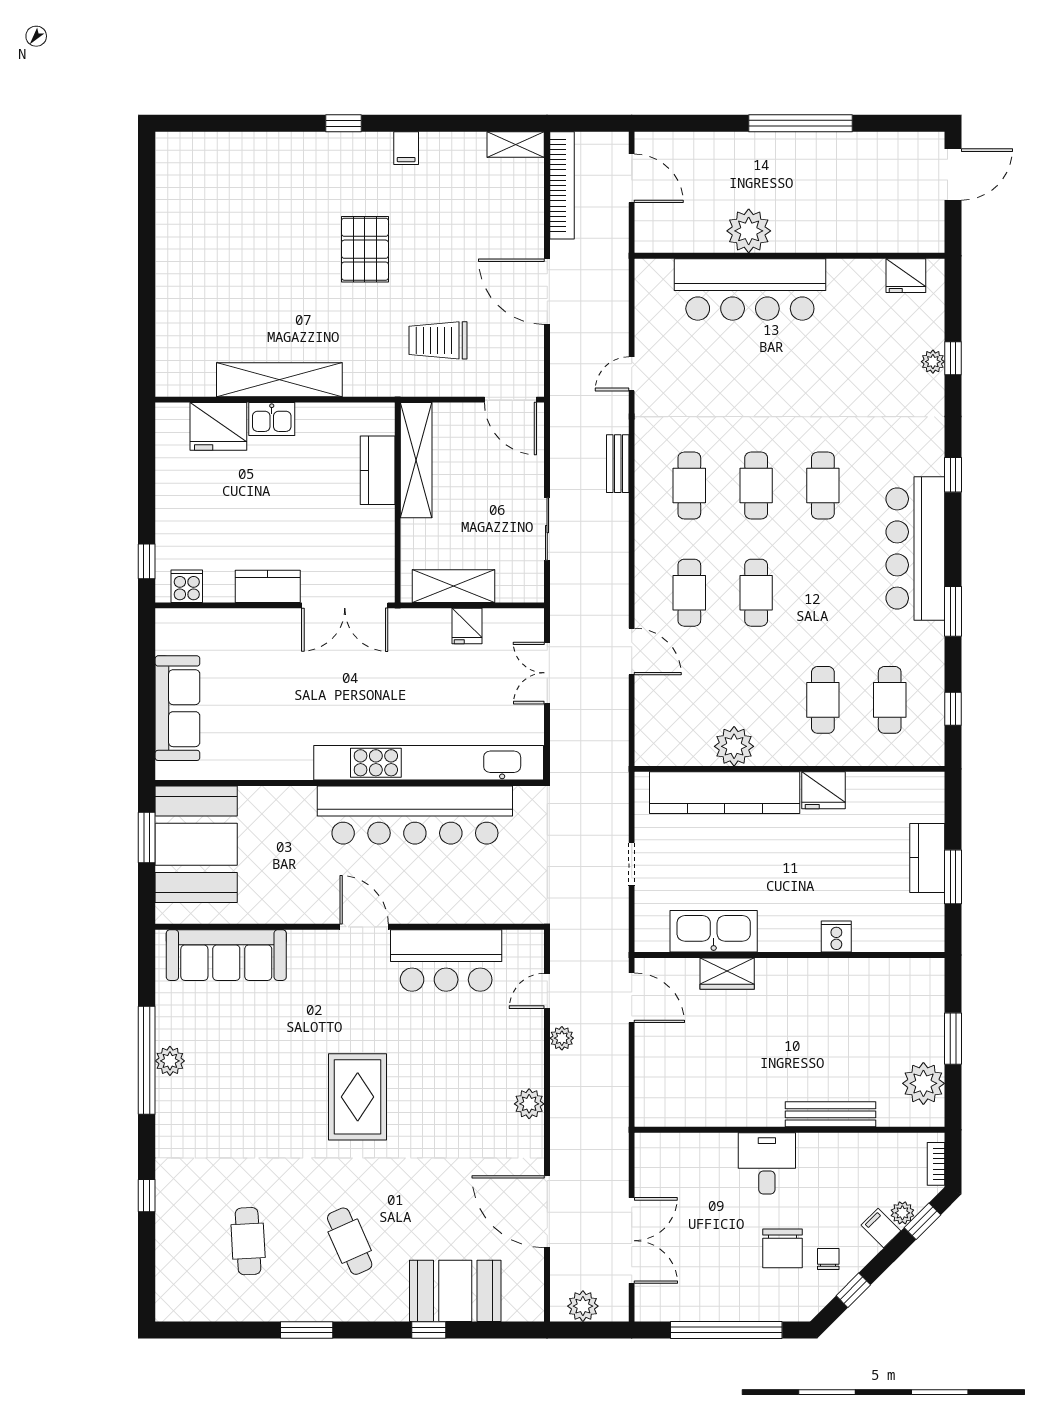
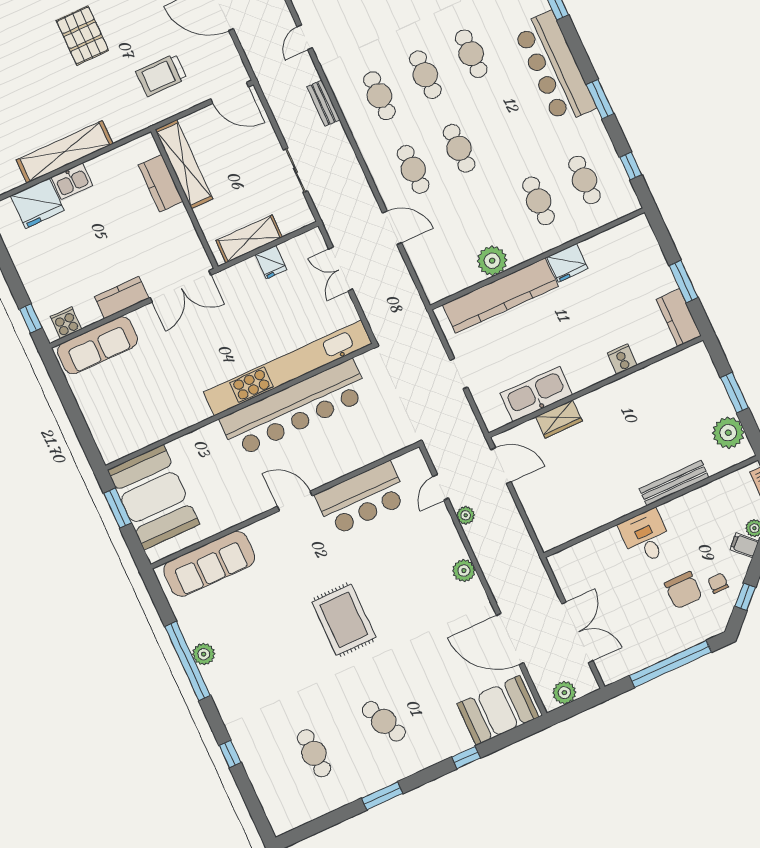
sofa: (177, 708) -> (98, 345), moved, turned 90
kitchen counter: (927, 858) -> (679, 318), moved
booth: (455, 1291) -> (498, 710), moved

